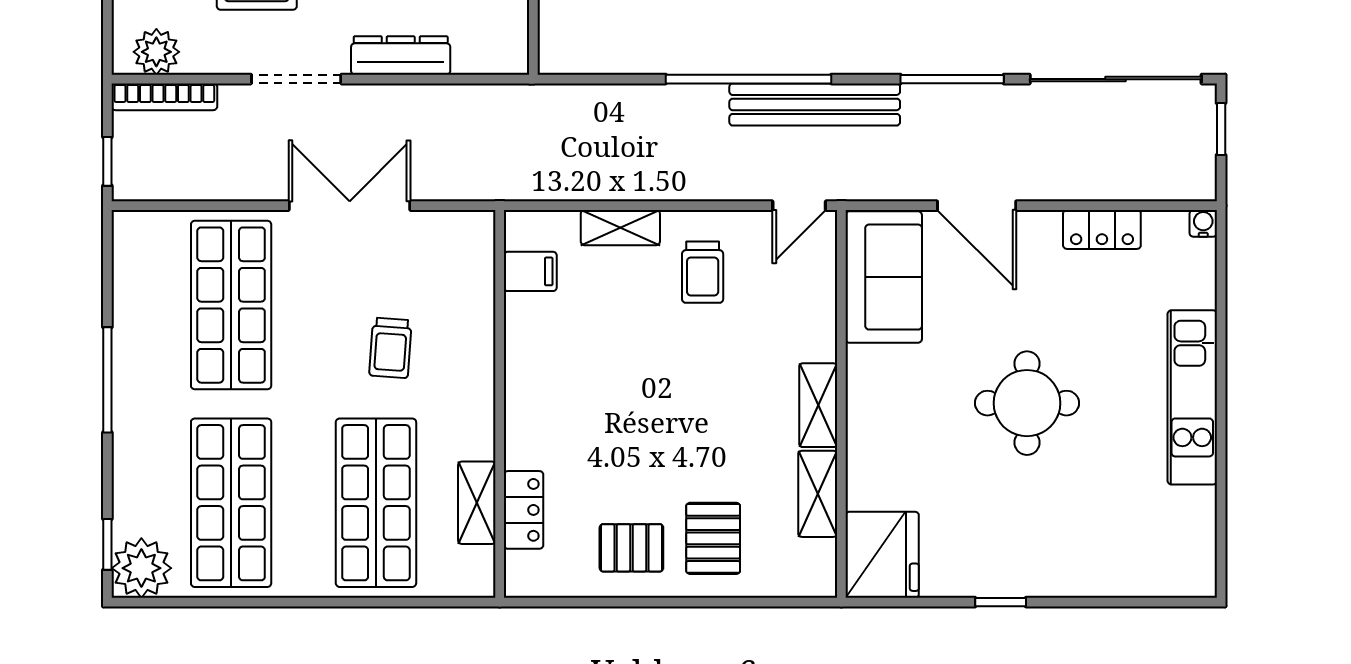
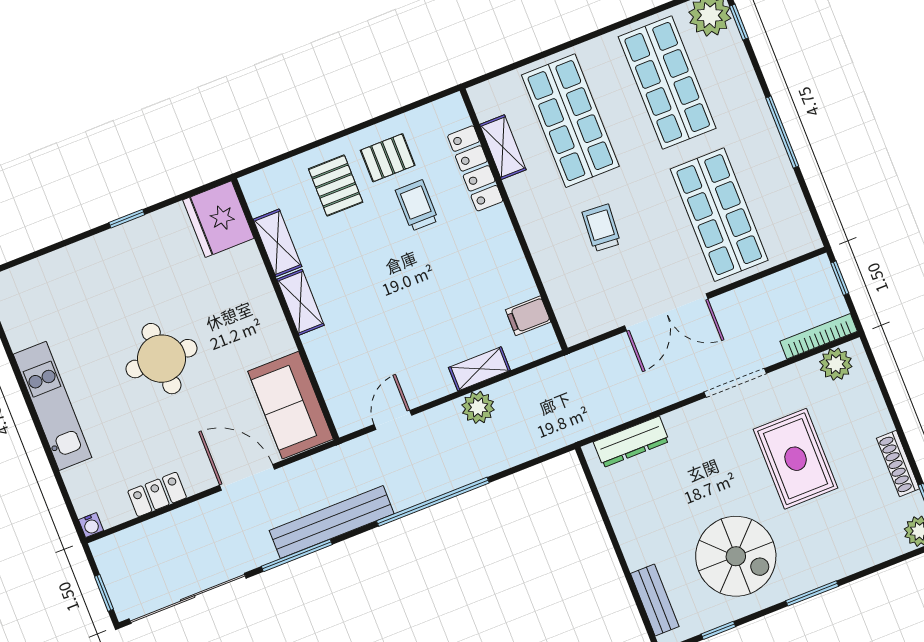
dresser: (401, 55) -> (631, 442), moved
bench: (815, 104) -> (332, 522), moved
plant: (642, 178) -> (478, 407), added
door: (799, 206) -> (393, 420), moved
trolley: (703, 272) -> (417, 205), moved
locker: (524, 510) -> (475, 168), width x1.53

